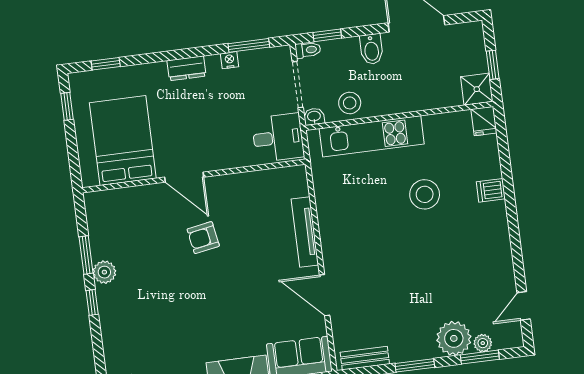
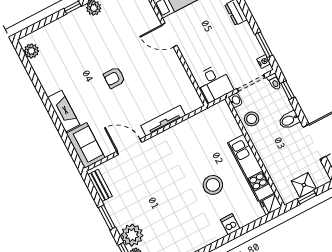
nightstand: (230, 60) -> (264, 62), moved
shower: (477, 89) -> (304, 185), moved
kitchen unit: (372, 136) -> (251, 168), moved
door: (184, 177) -> (169, 35), hinge flipped
armchair: (203, 238) -> (114, 78), moved, turned -80
door: (325, 295) -> (129, 147), hinge flipped

